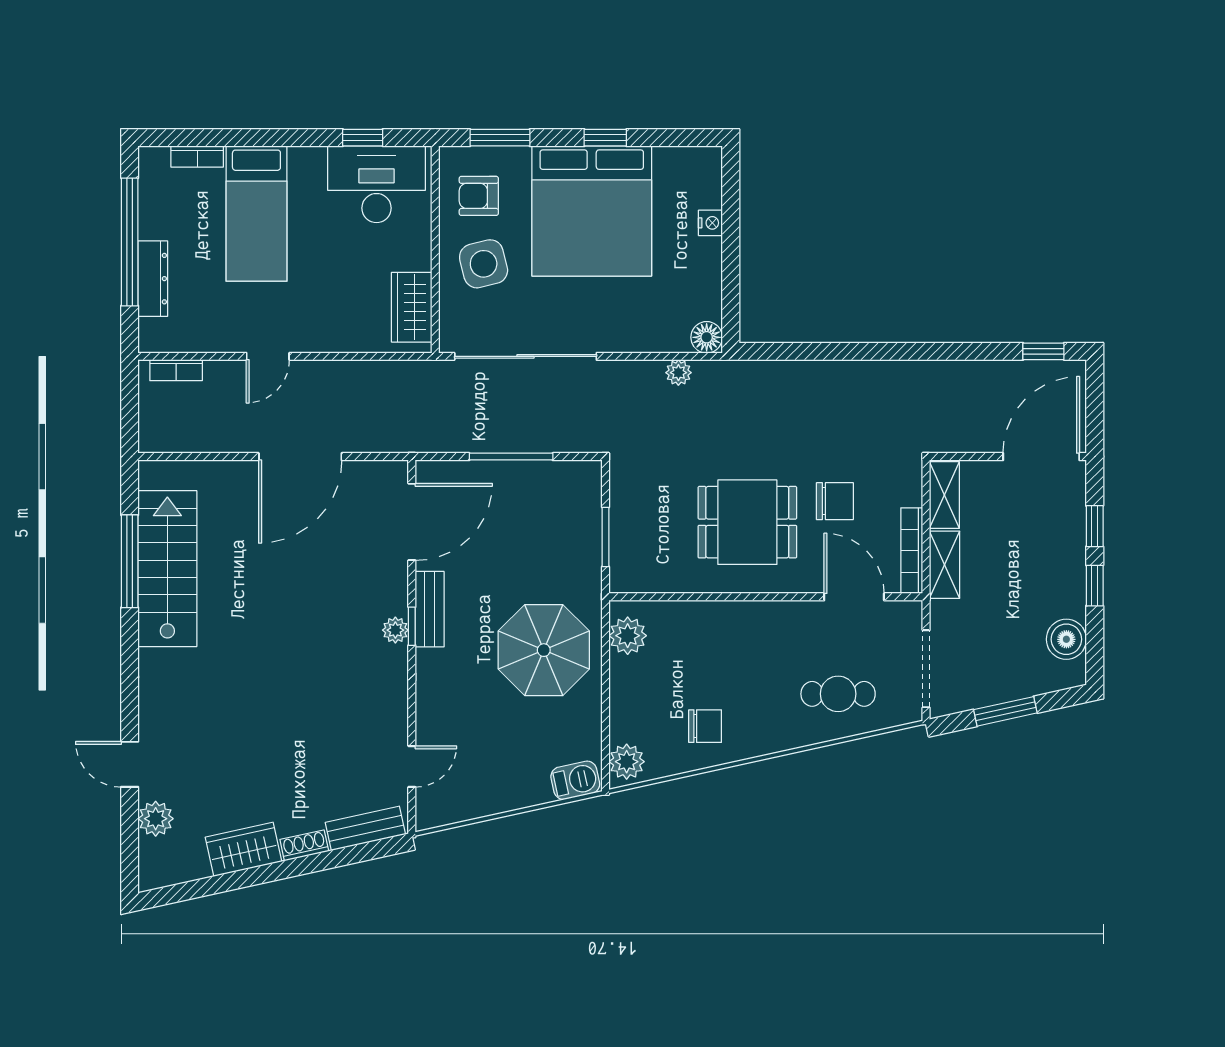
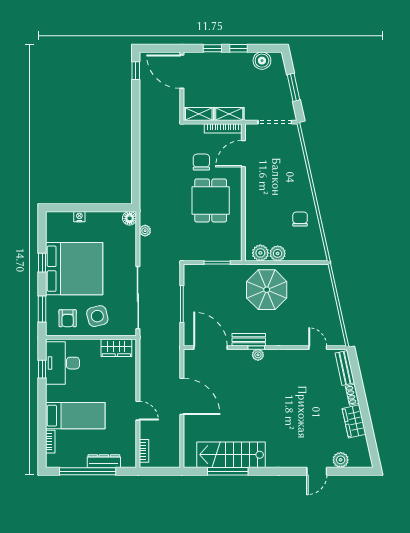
cafe table: (838, 694) -> (286, 161), removed
plant: (627, 762) -> (278, 253), moved
barbecue: (575, 780) -> (324, 276), removed

